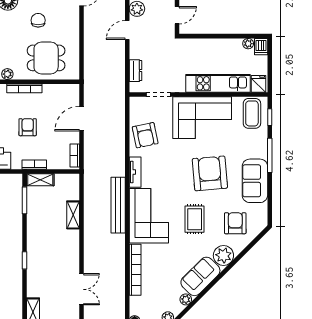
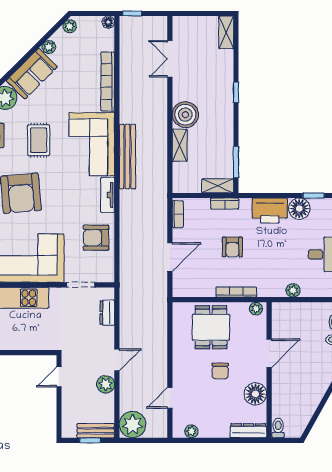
dining table: (46, 58) -> (211, 327), turned 90
armchair: (145, 135) -> (96, 238), turned -78
boiler: (68, 241) -> (185, 115), added

